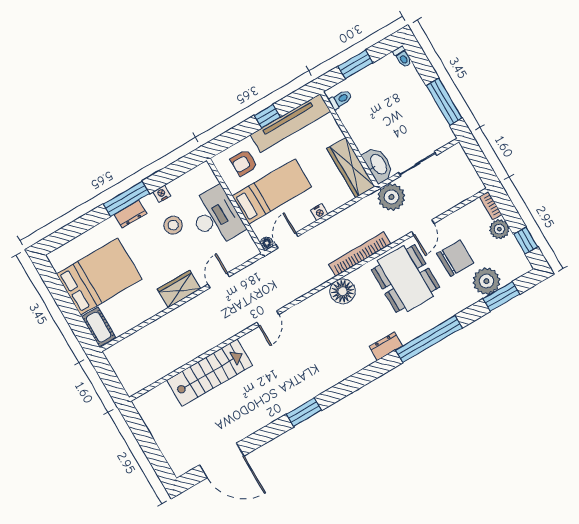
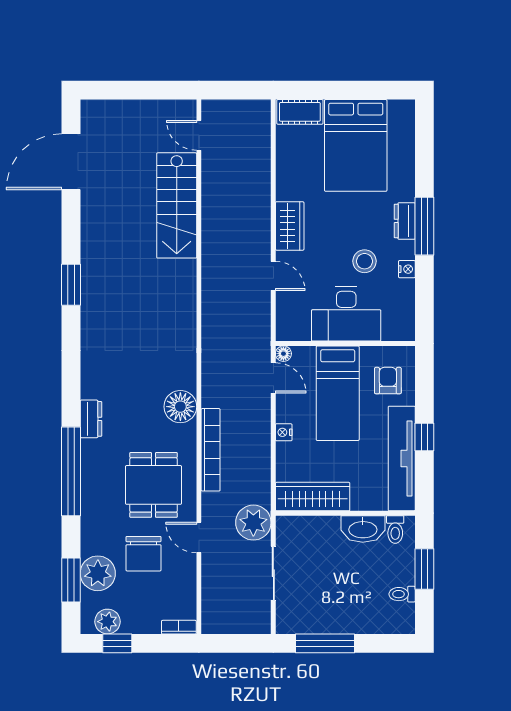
toilet: (402, 57) -> (402, 594), moved
washbasin: (378, 165) -> (363, 529), moved
plant: (499, 229) -> (107, 622), moved
dining table: (405, 278) -> (154, 485), width x0.73
door: (268, 318) -> (199, 135), moved

